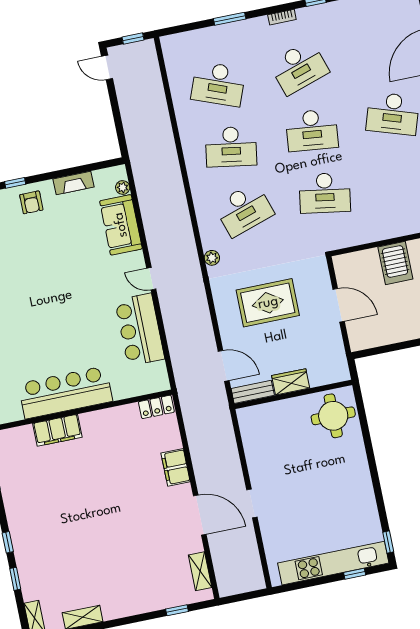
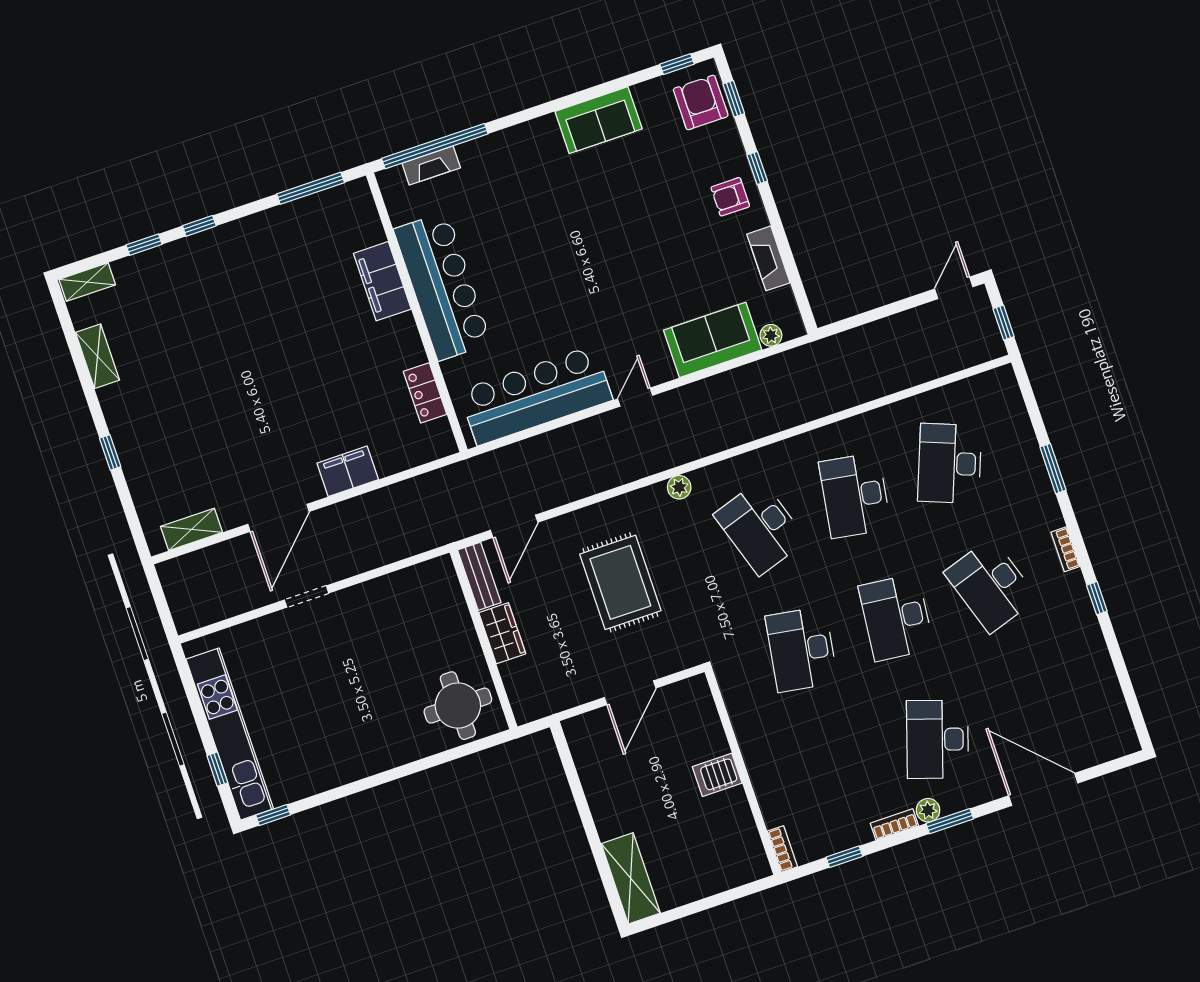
server rack: (395, 263) -> (717, 775), width x0.73, depth x0.70
bar counter: (140, 330) -> (536, 395), width x1.36
locker: (156, 407) -> (425, 393), moved
window: (177, 610) -> (110, 452), moved

